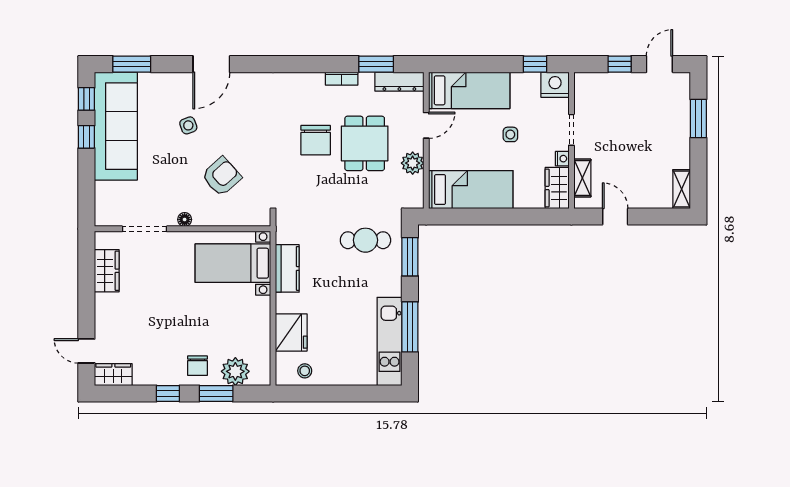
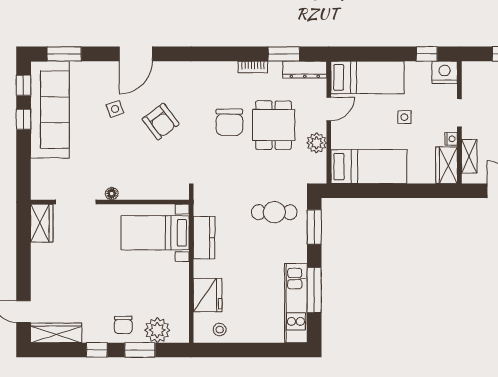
armchair: (221, 176) -> (161, 122), moved, turned 95
wardrobe: (107, 271) -> (42, 223), moved
wardrobe: (113, 375) -> (56, 333), width x1.50

